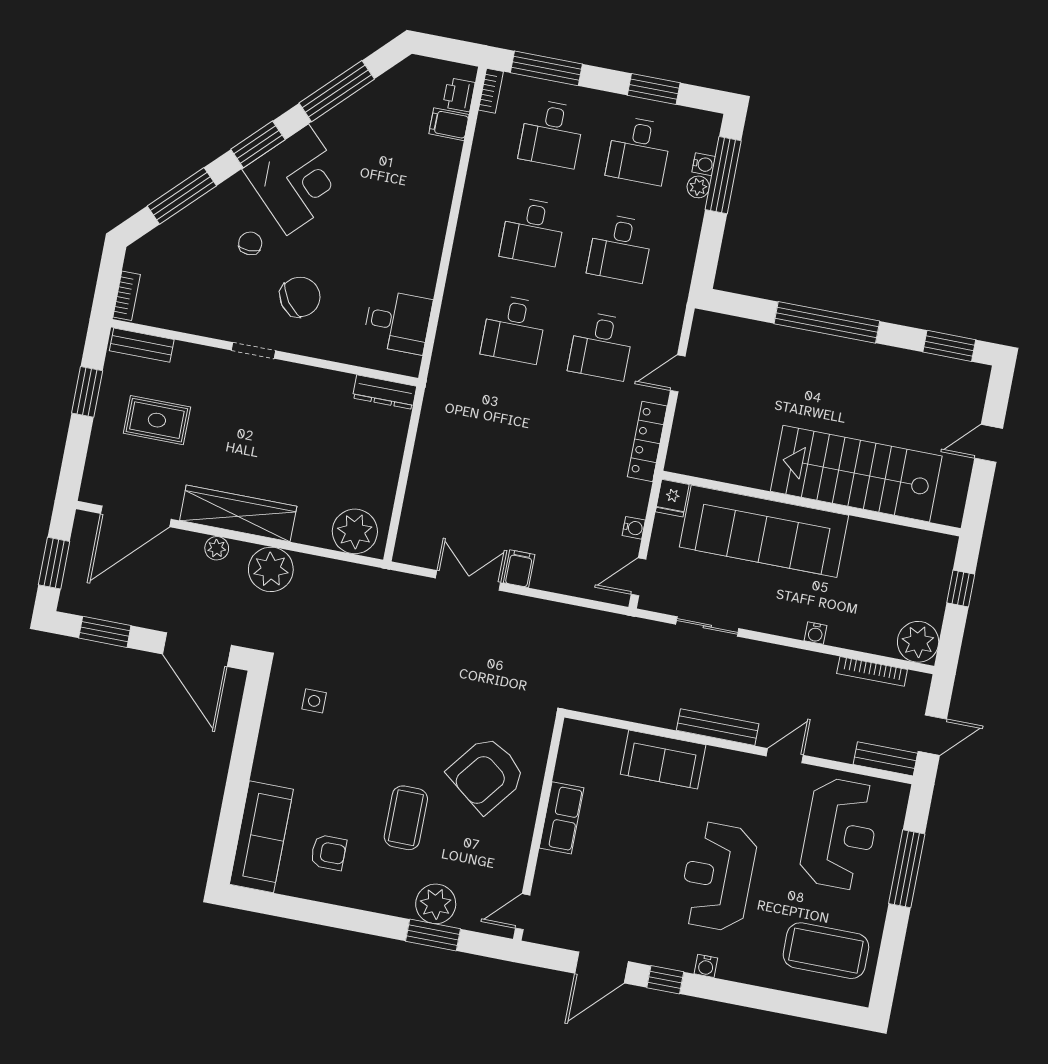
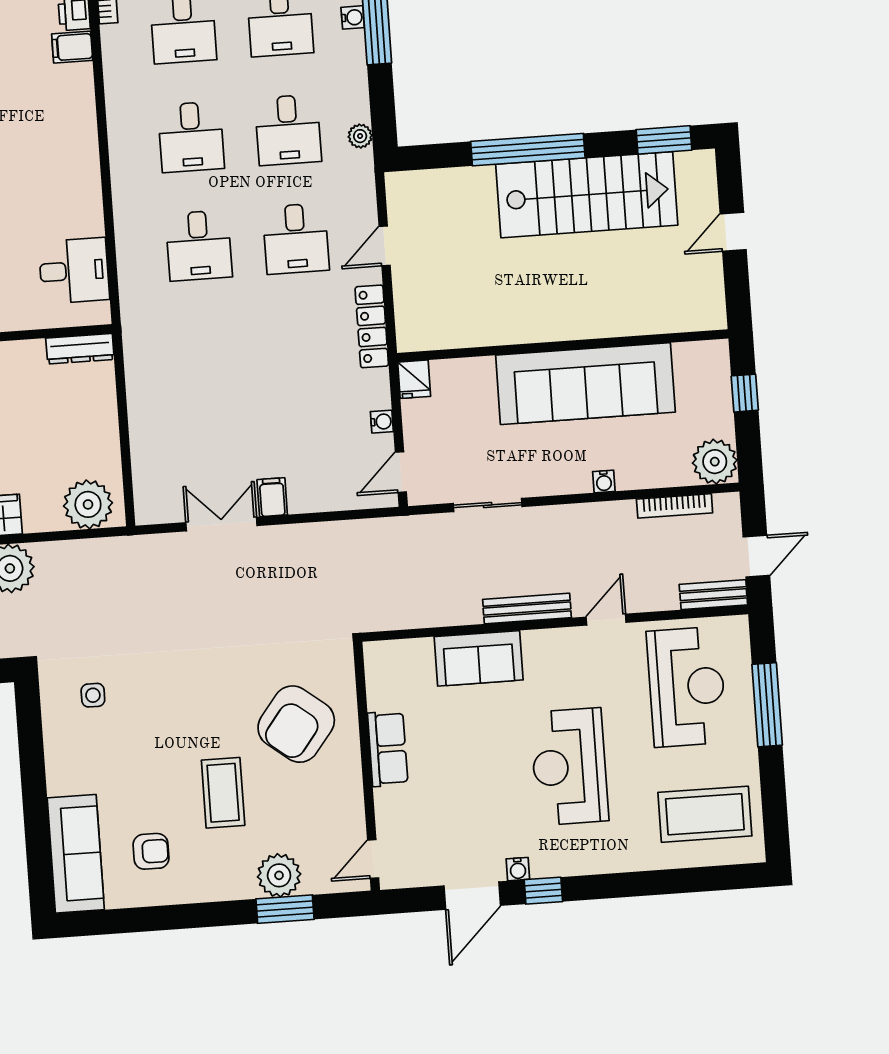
plant: (698, 187) -> (360, 136), moved
stairs: (856, 474) -> (587, 195), moved, turned 180
sofa: (764, 531) -> (585, 384), moved
water cooler: (706, 966) -> (518, 869), moved

